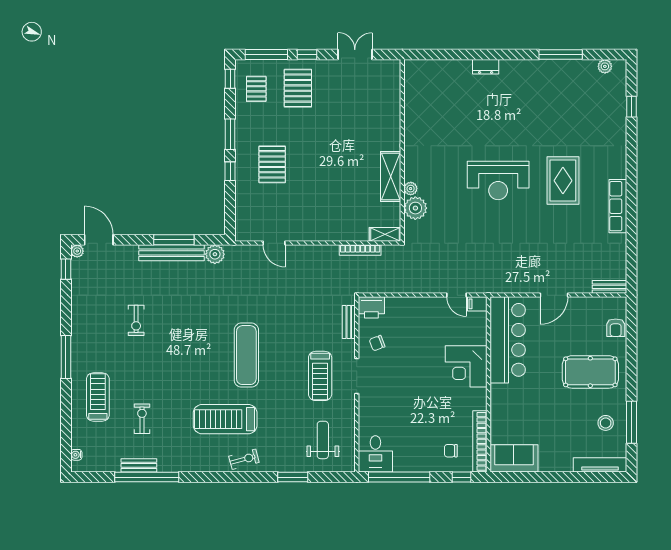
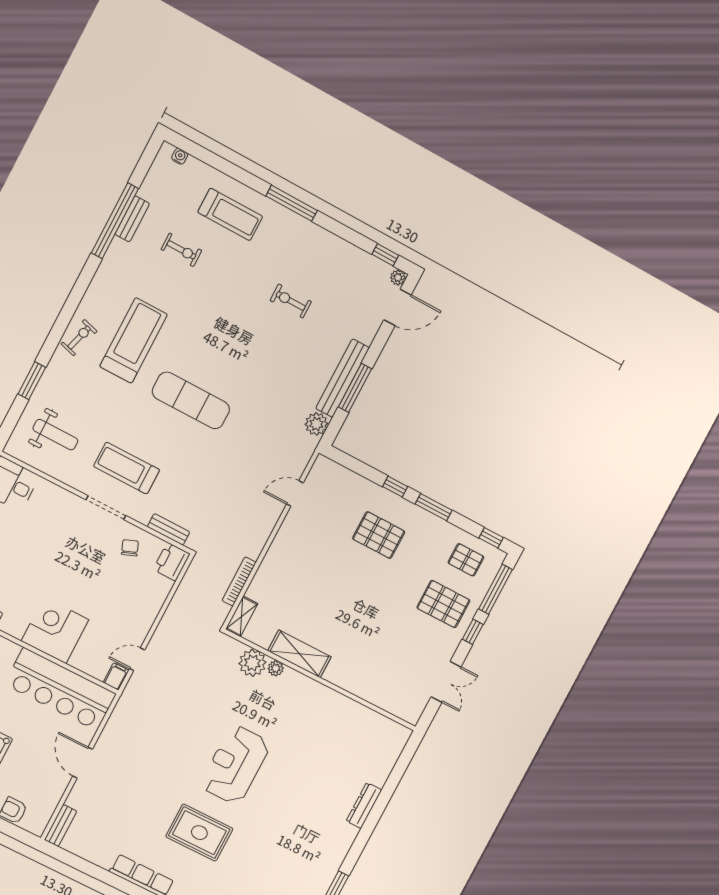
dresser: (486, 67) -> (364, 805), width x1.44
exercise bike: (244, 459) -> (79, 338), turned -149

